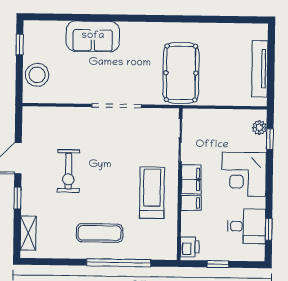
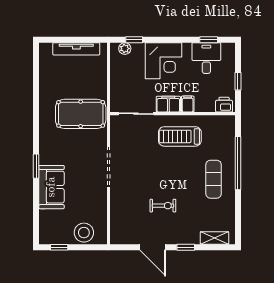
window: (118, 18) -> (36, 166), added
exercise bike: (68, 171) -> (163, 206), width x0.73, depth x0.72

